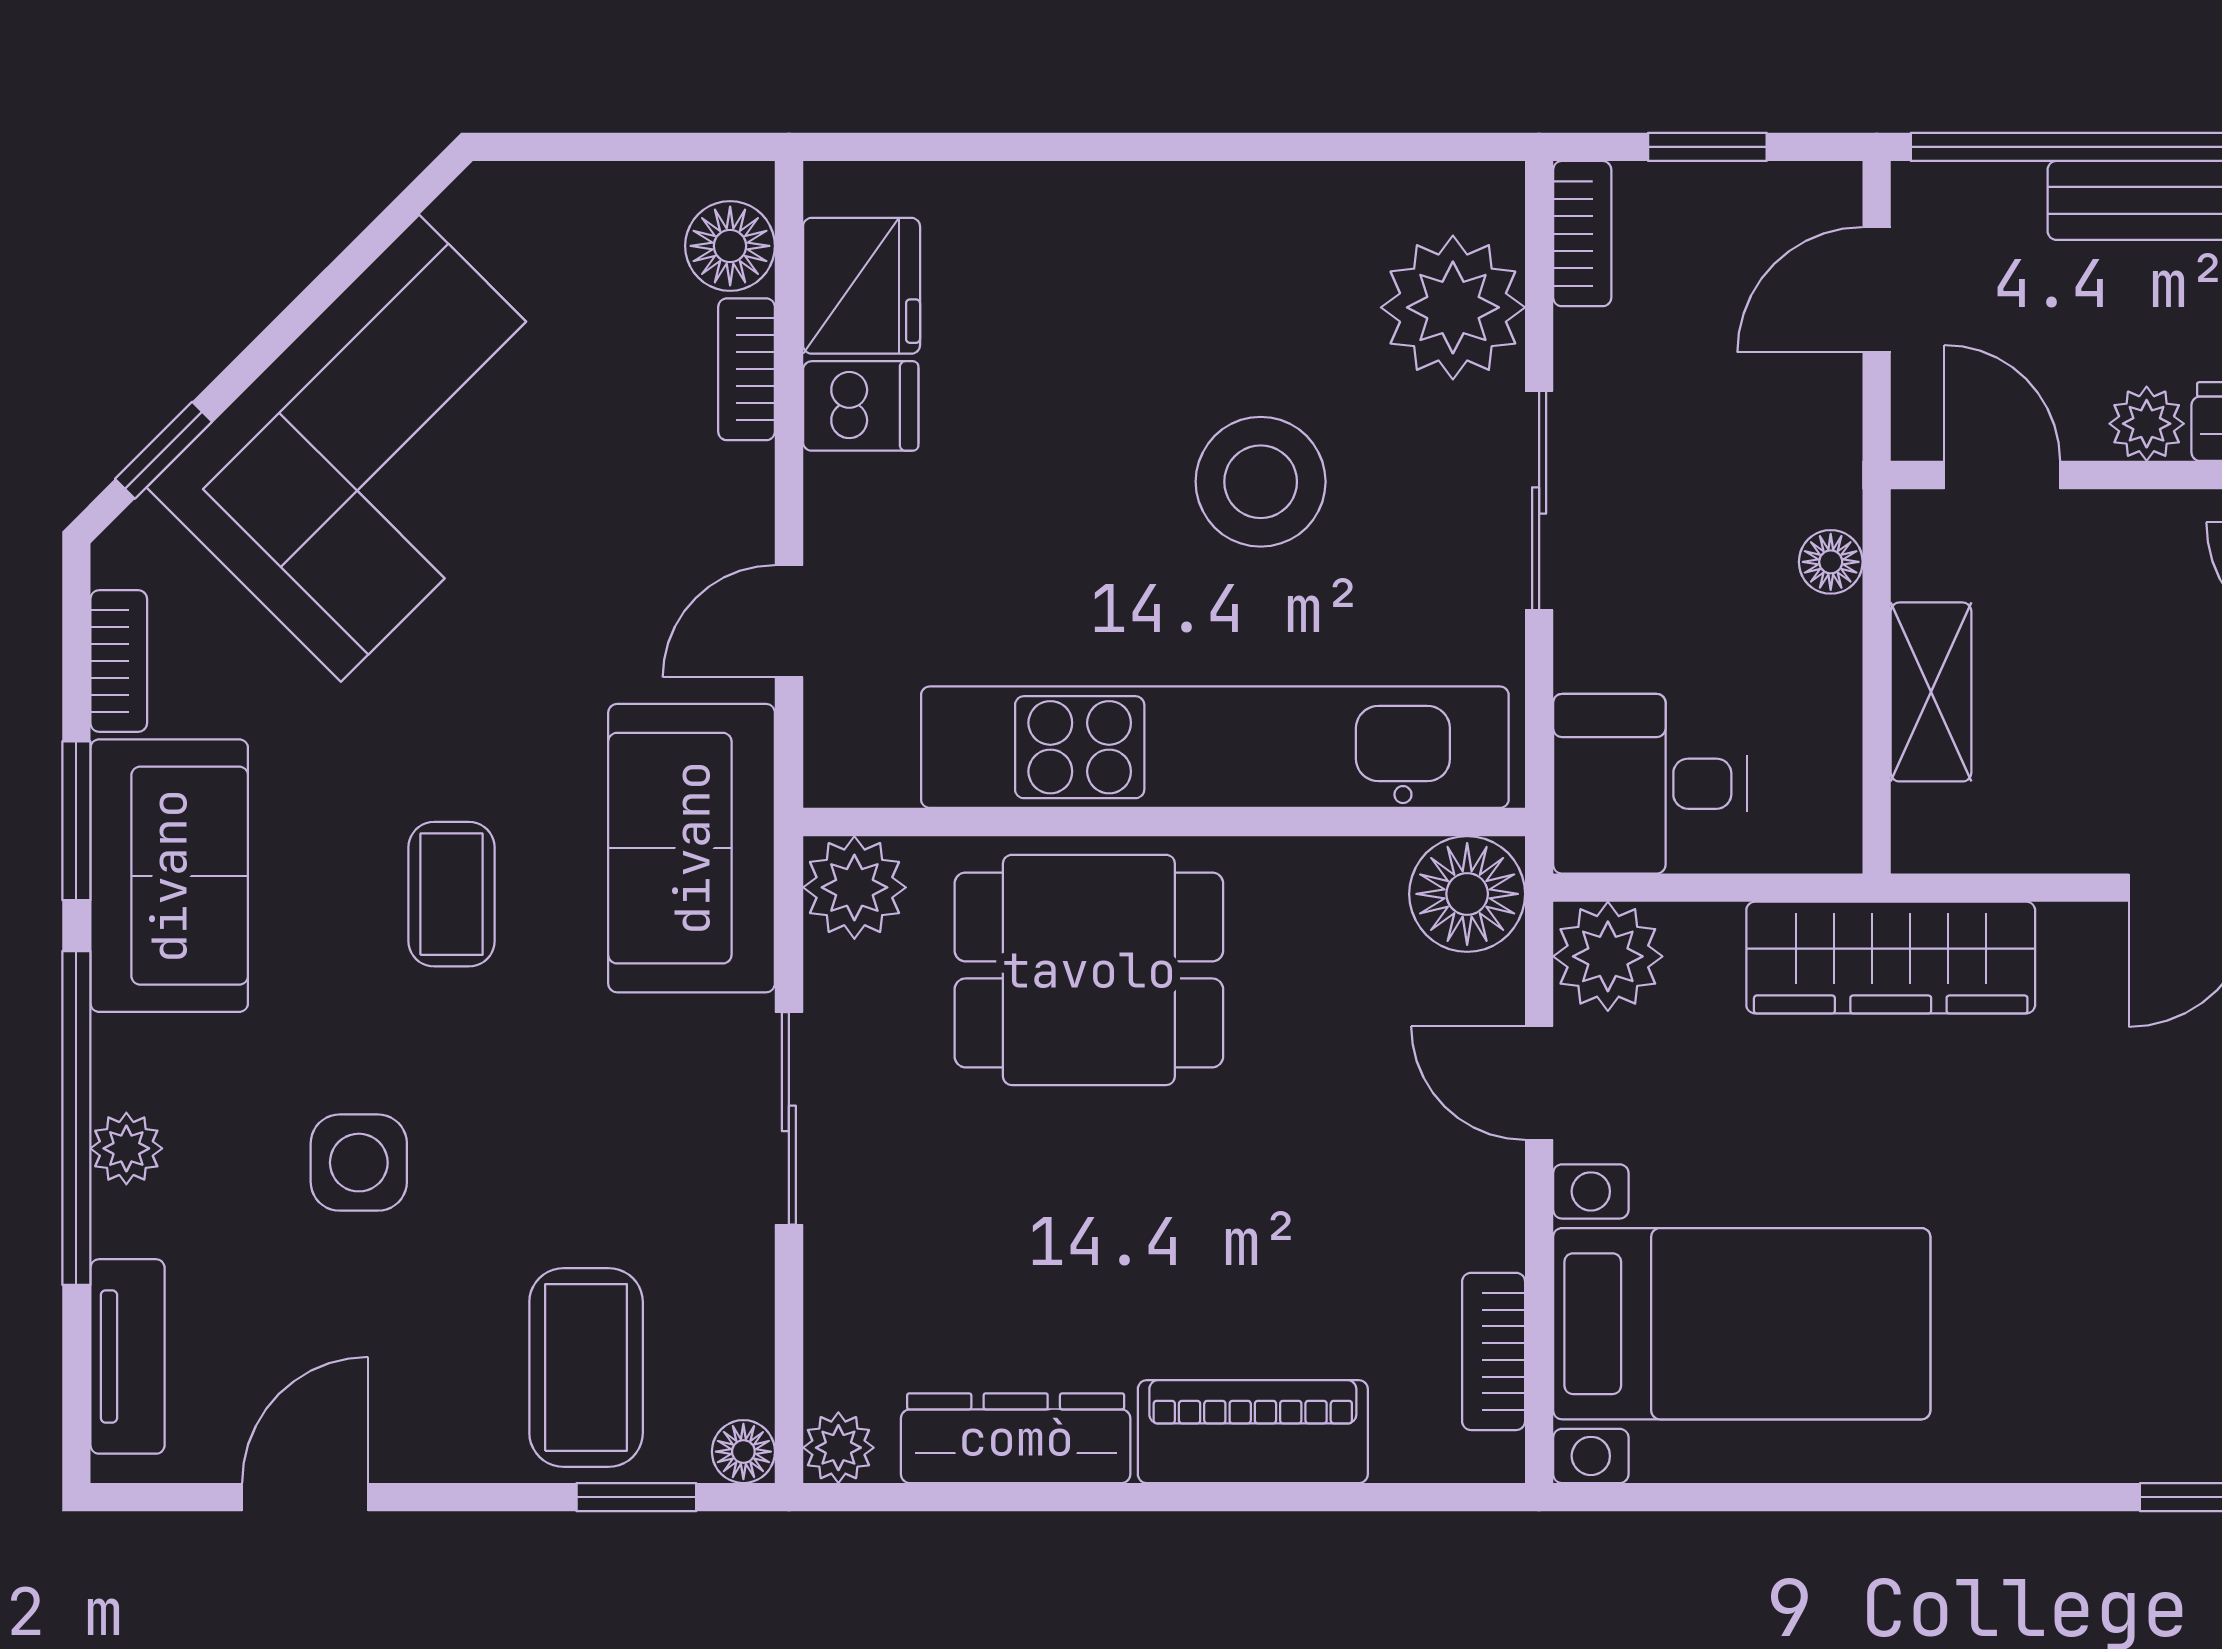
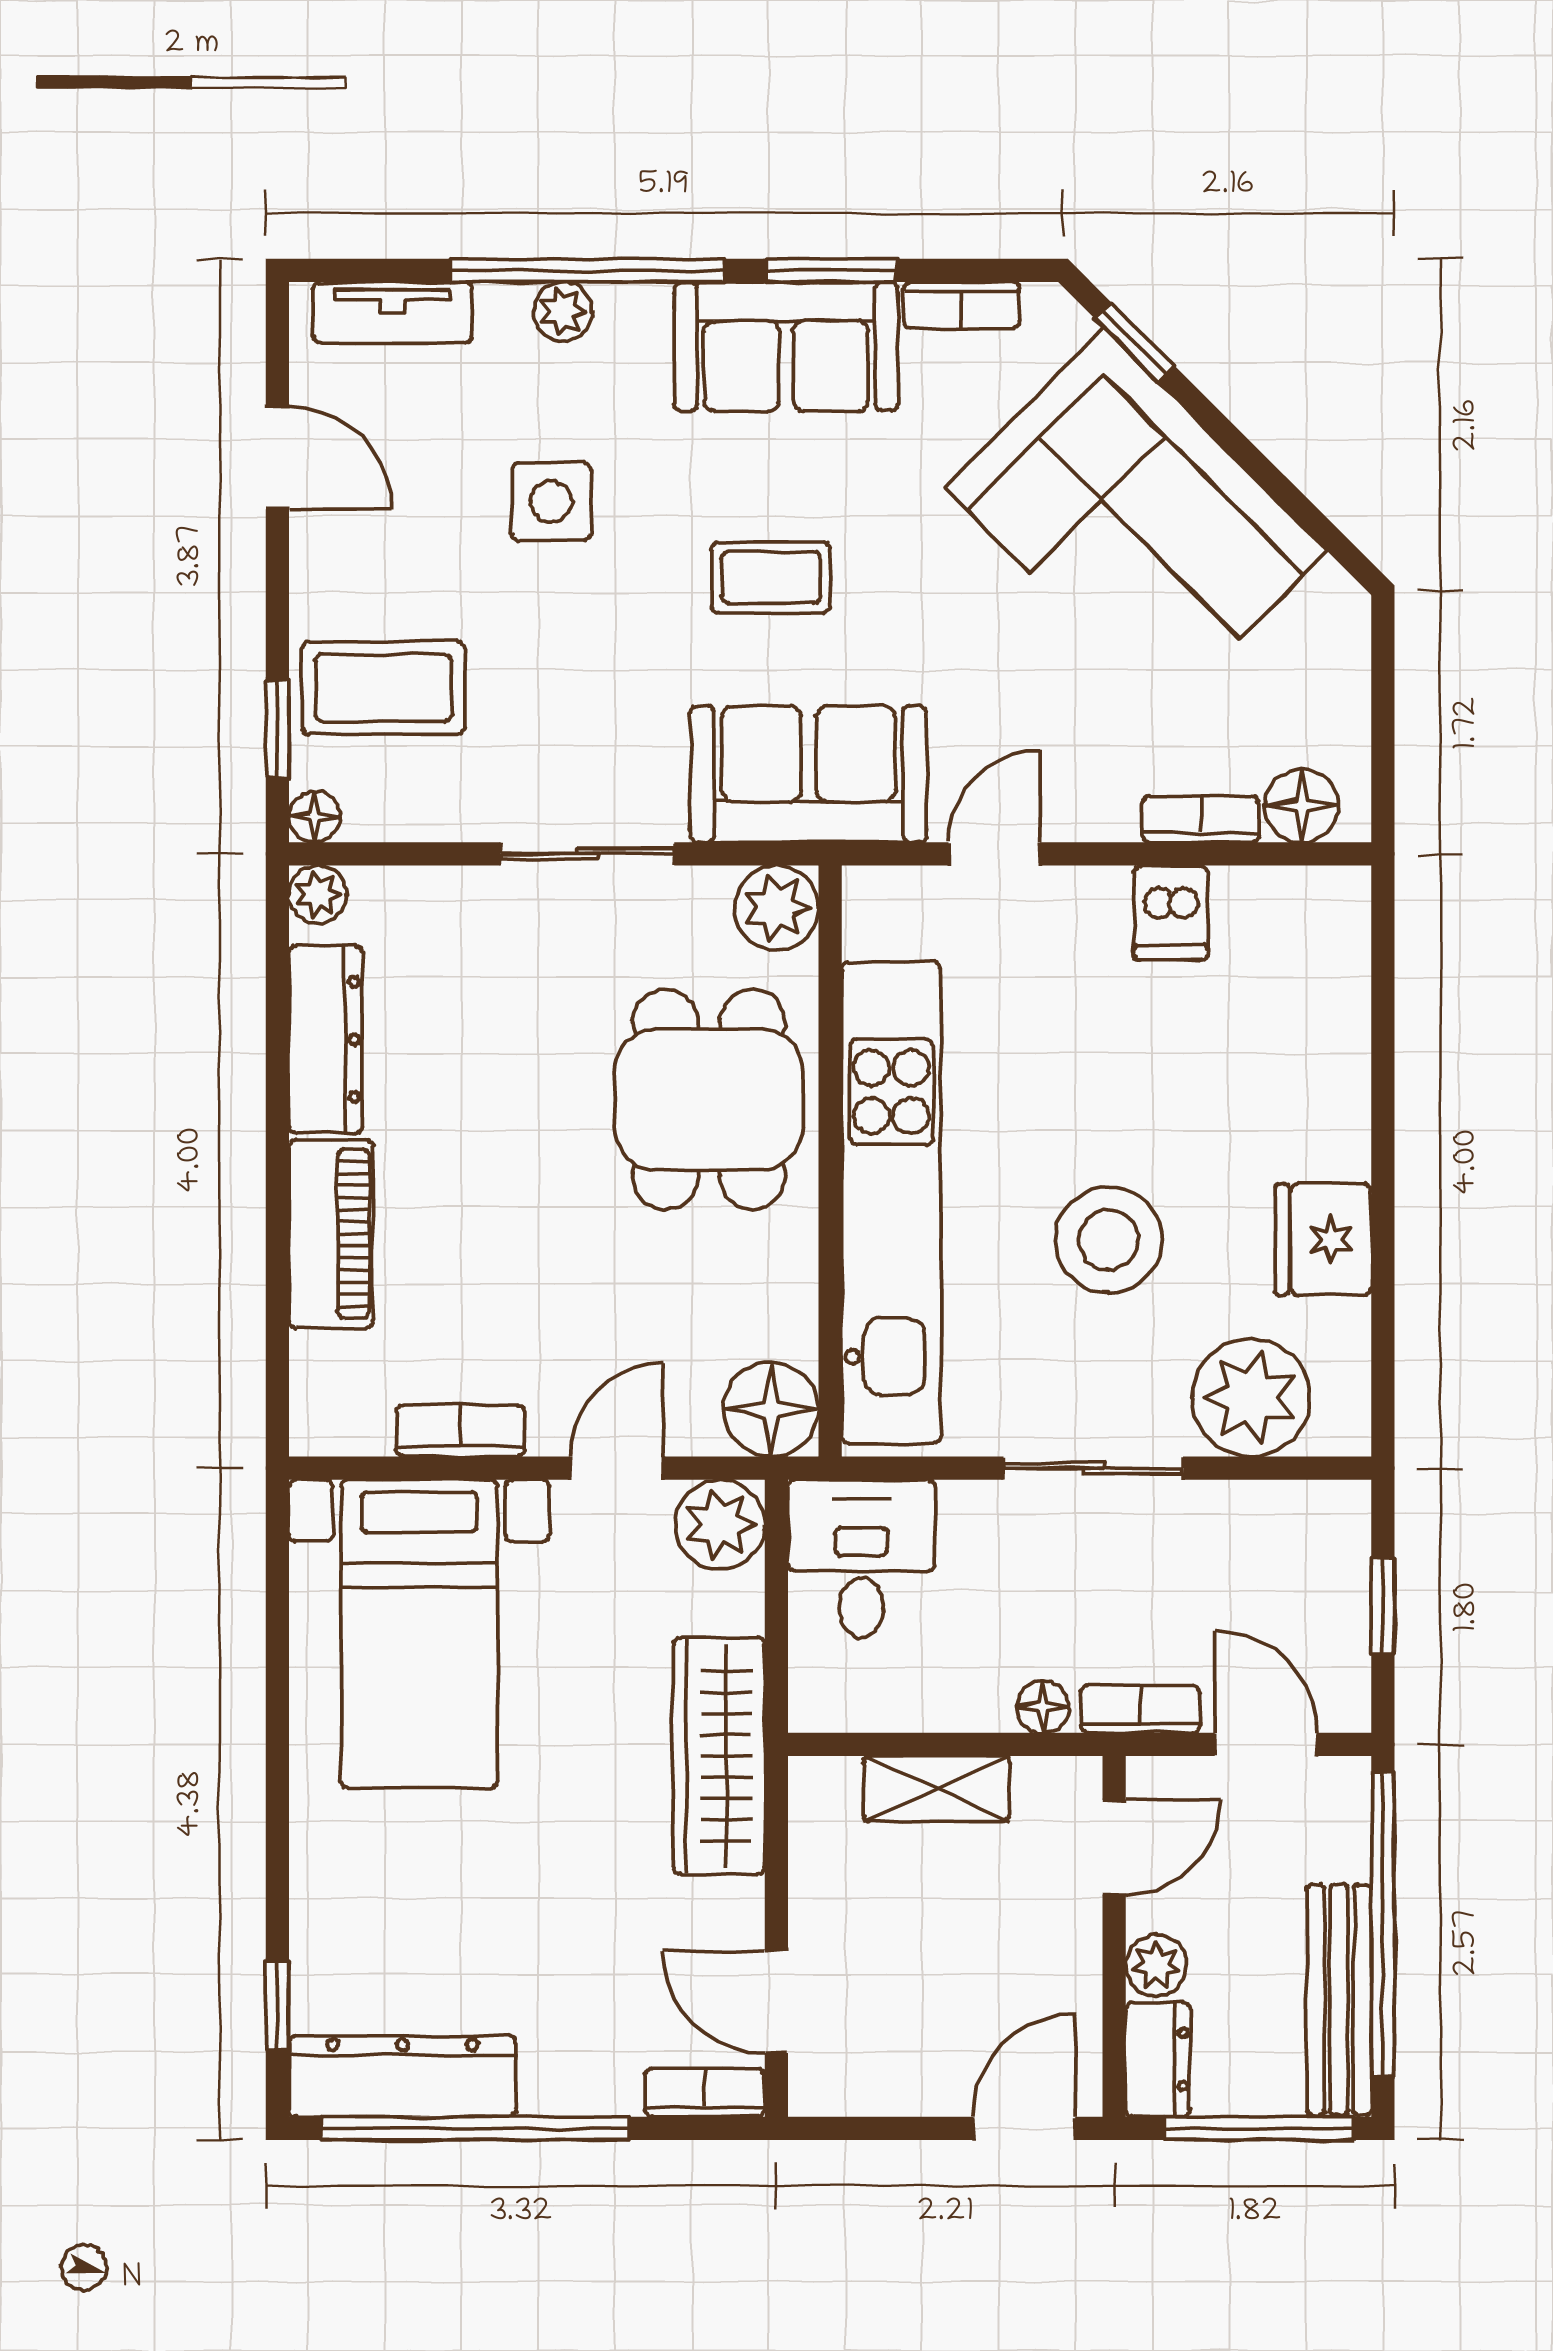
bookcase: (1582, 234) -> (1140, 1709), moved, turned 180
fridge: (862, 286) -> (1323, 1239), moved, turned 90
door: (789, 621) -> (994, 854), hinge flipped
bookcase: (1494, 1351) -> (460, 1431), moved

